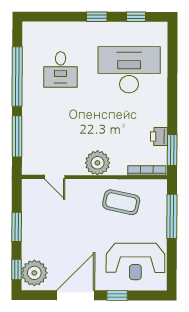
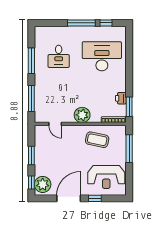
window: (97, 17) -> (81, 23), width x2.17
window: (17, 77) -> (31, 61), width x0.68

